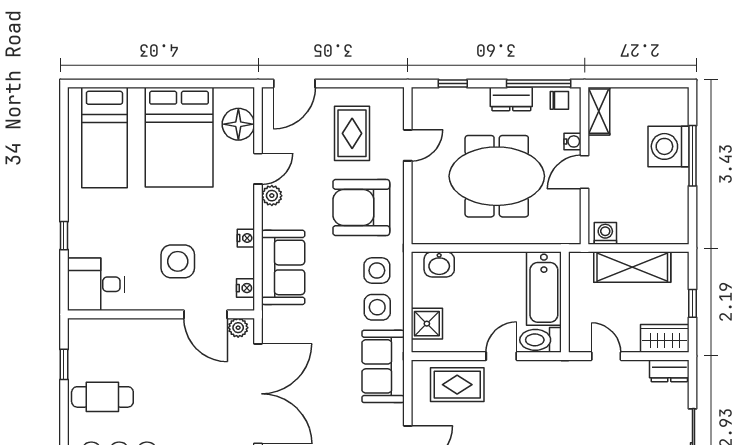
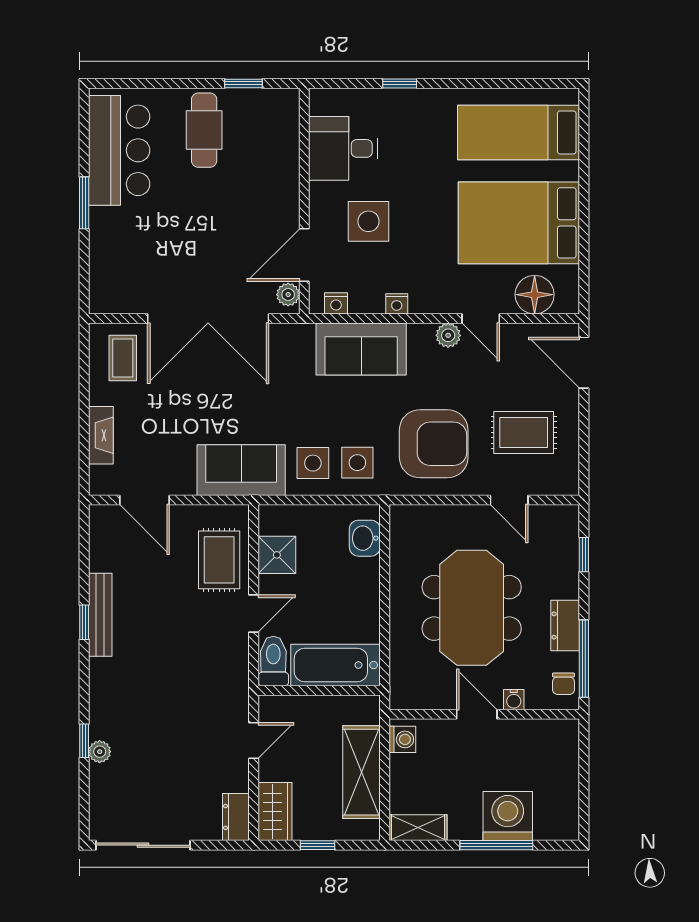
shelving: (599, 111) -> (418, 828), moved
armchair: (361, 208) -> (434, 444), turned 90
desk: (96, 284) -> (343, 148), moved, turned -90
shower: (427, 324) -> (277, 555), moved
door: (501, 356) -> (254, 613), hinge flipped

